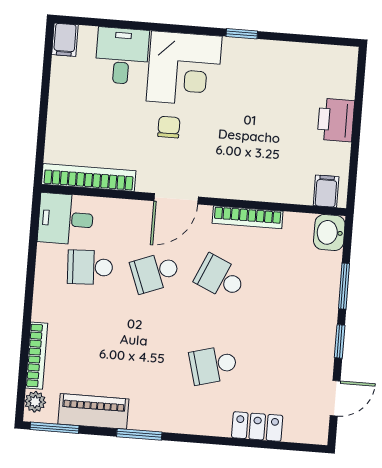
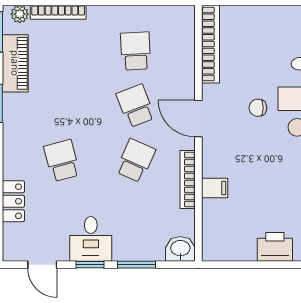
chair: (169, 127) -> (258, 108), turned 180
filing cabinet: (326, 191) -> (215, 188), moved
desk: (66, 219) -> (91, 239), moved, turned 180

